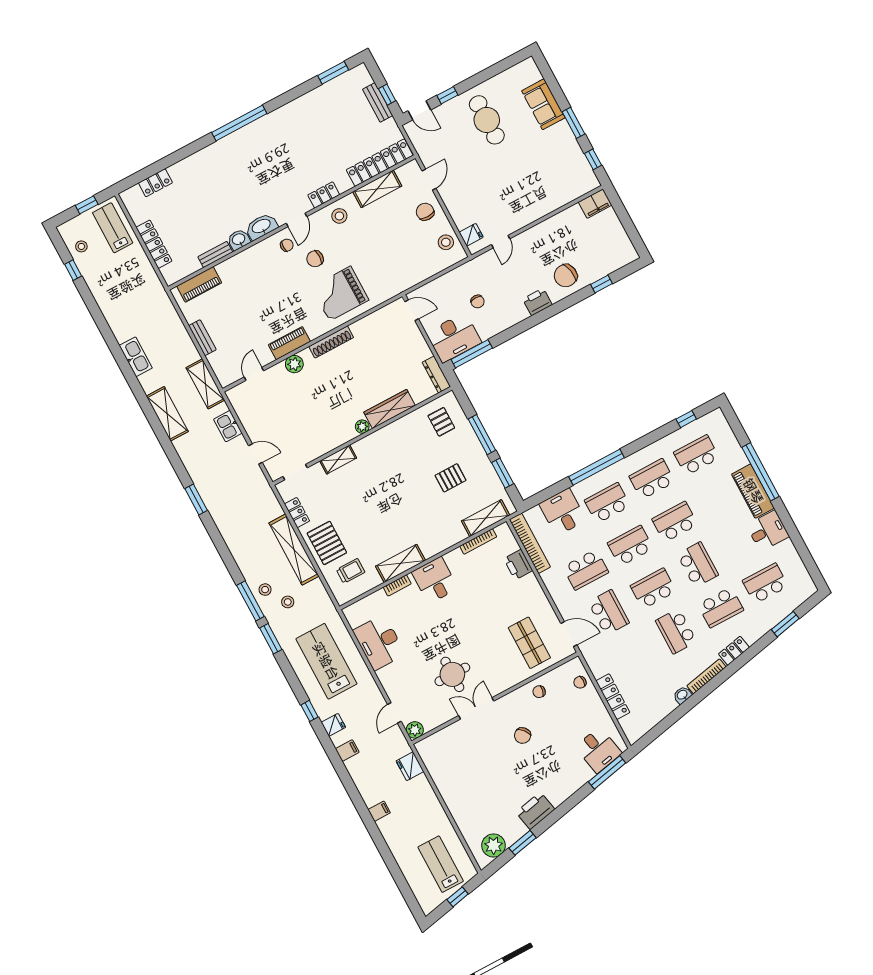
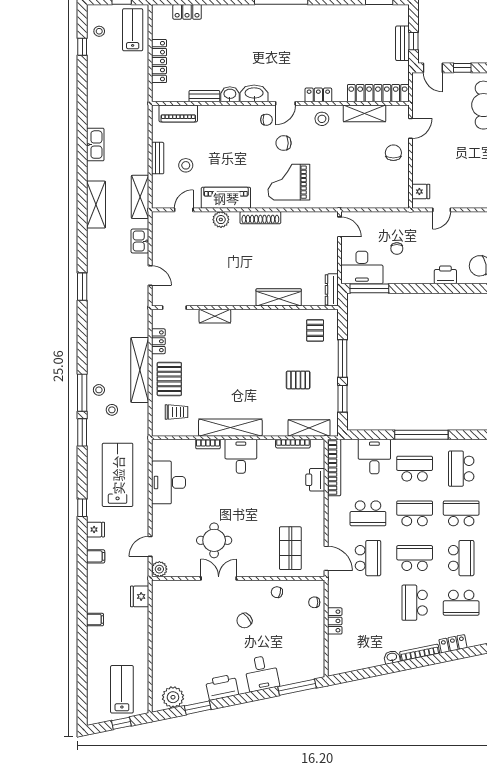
stool: (446, 242) -> (186, 165), moved
piano: (289, 343) -> (226, 198), width x1.37, depth x1.33
plant: (362, 427) -> (249, 300), removed
school desk: (652, 479) -> (461, 469), turned -90
shelving: (400, 563) -> (230, 428), width x1.47
locker: (613, 697) -> (335, 621), width x0.66
desk: (598, 750) -> (262, 673), moved

